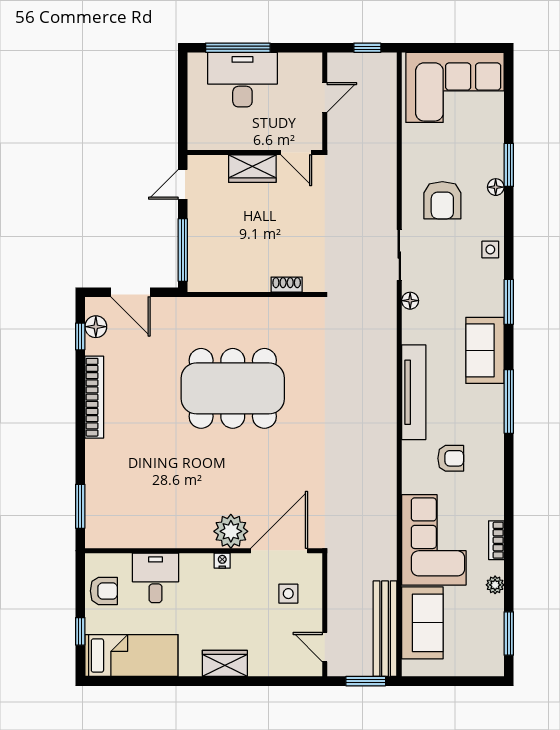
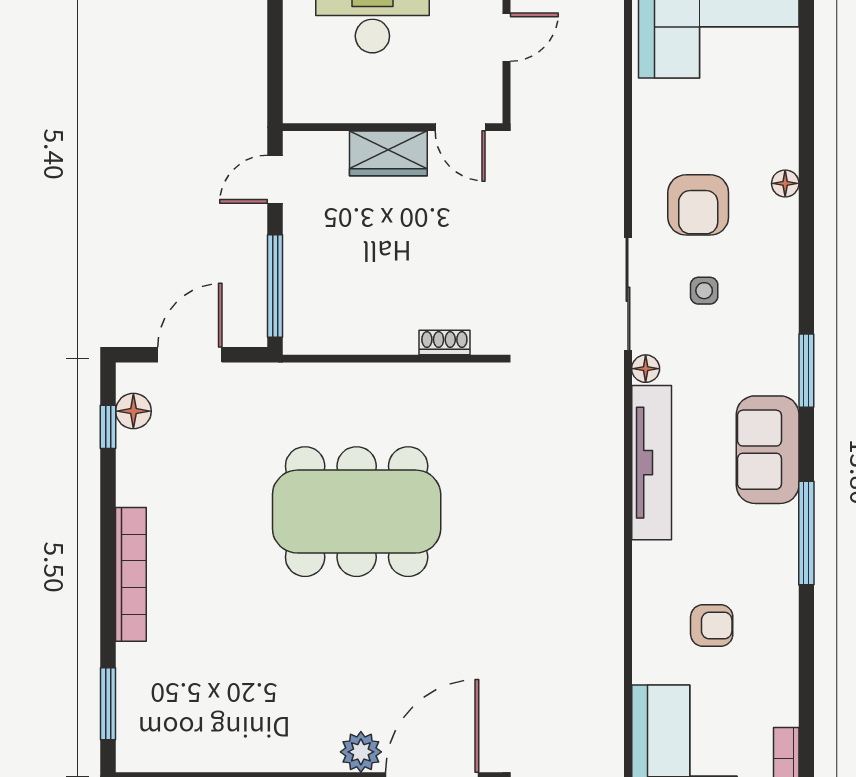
window: (509, 165) -> (806, 147), removed
side table: (490, 250) -> (704, 291), moved
sliding door: (399, 255) -> (628, 294), width x1.37
door: (130, 292) -> (190, 355), swing flipped
tv unit: (414, 392) -> (652, 463), moved
bookcase: (94, 397) -> (131, 574), moved
plant: (231, 531) -> (361, 752), width x0.73, depth x0.73

